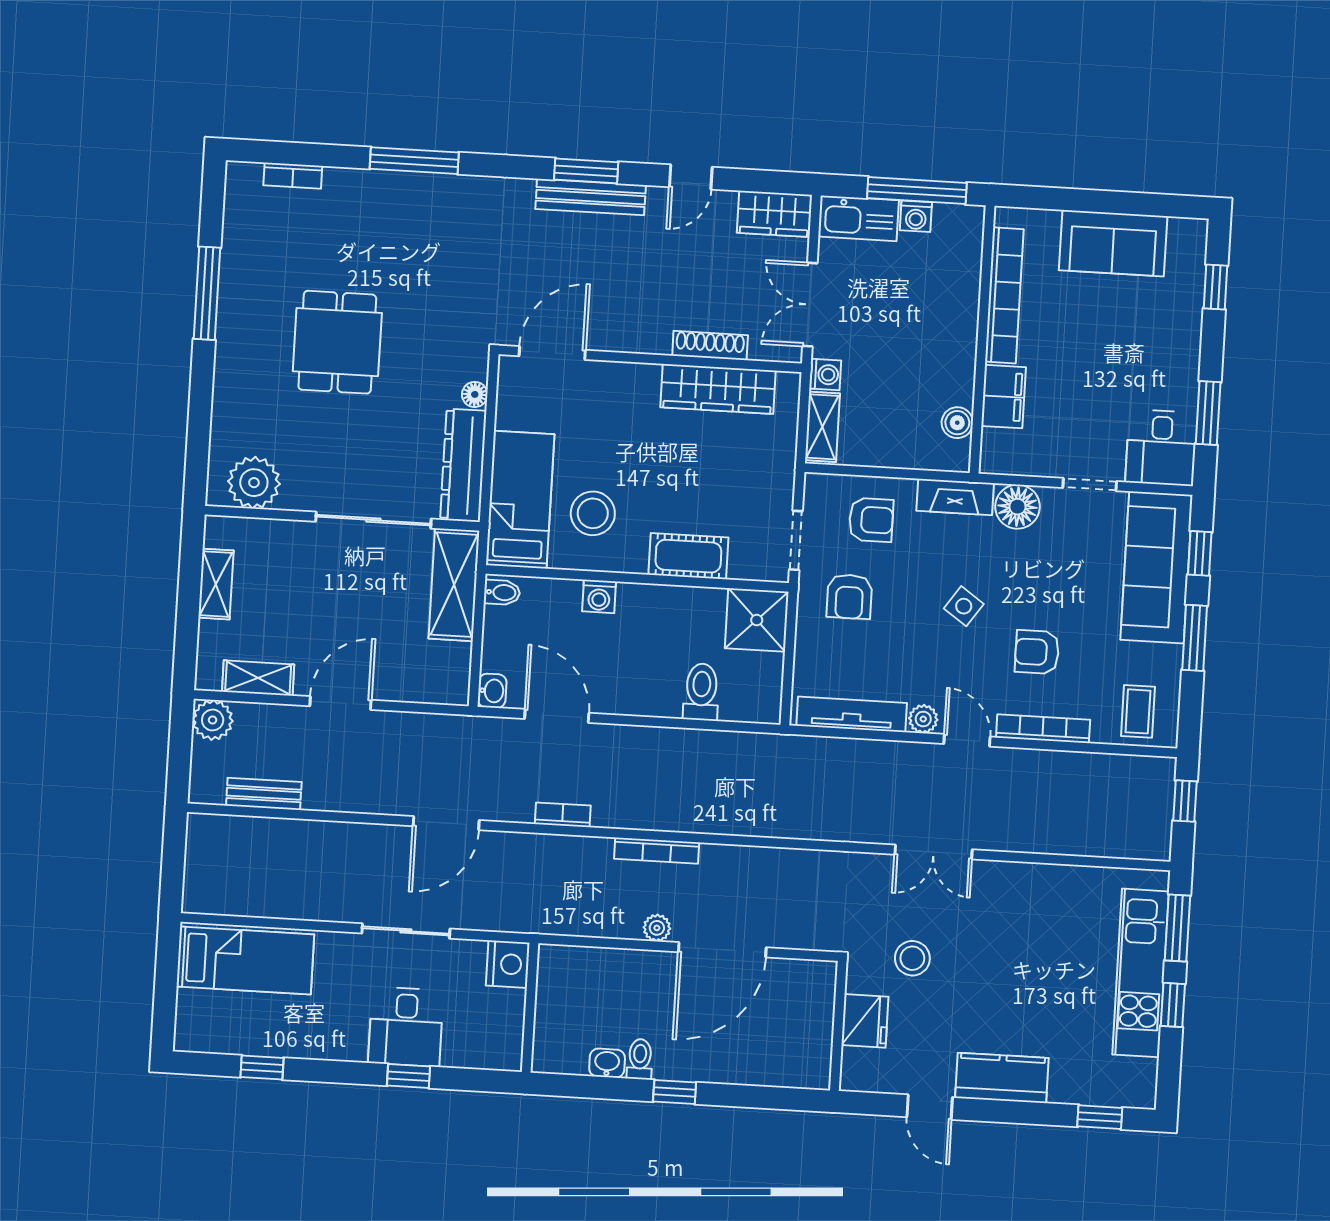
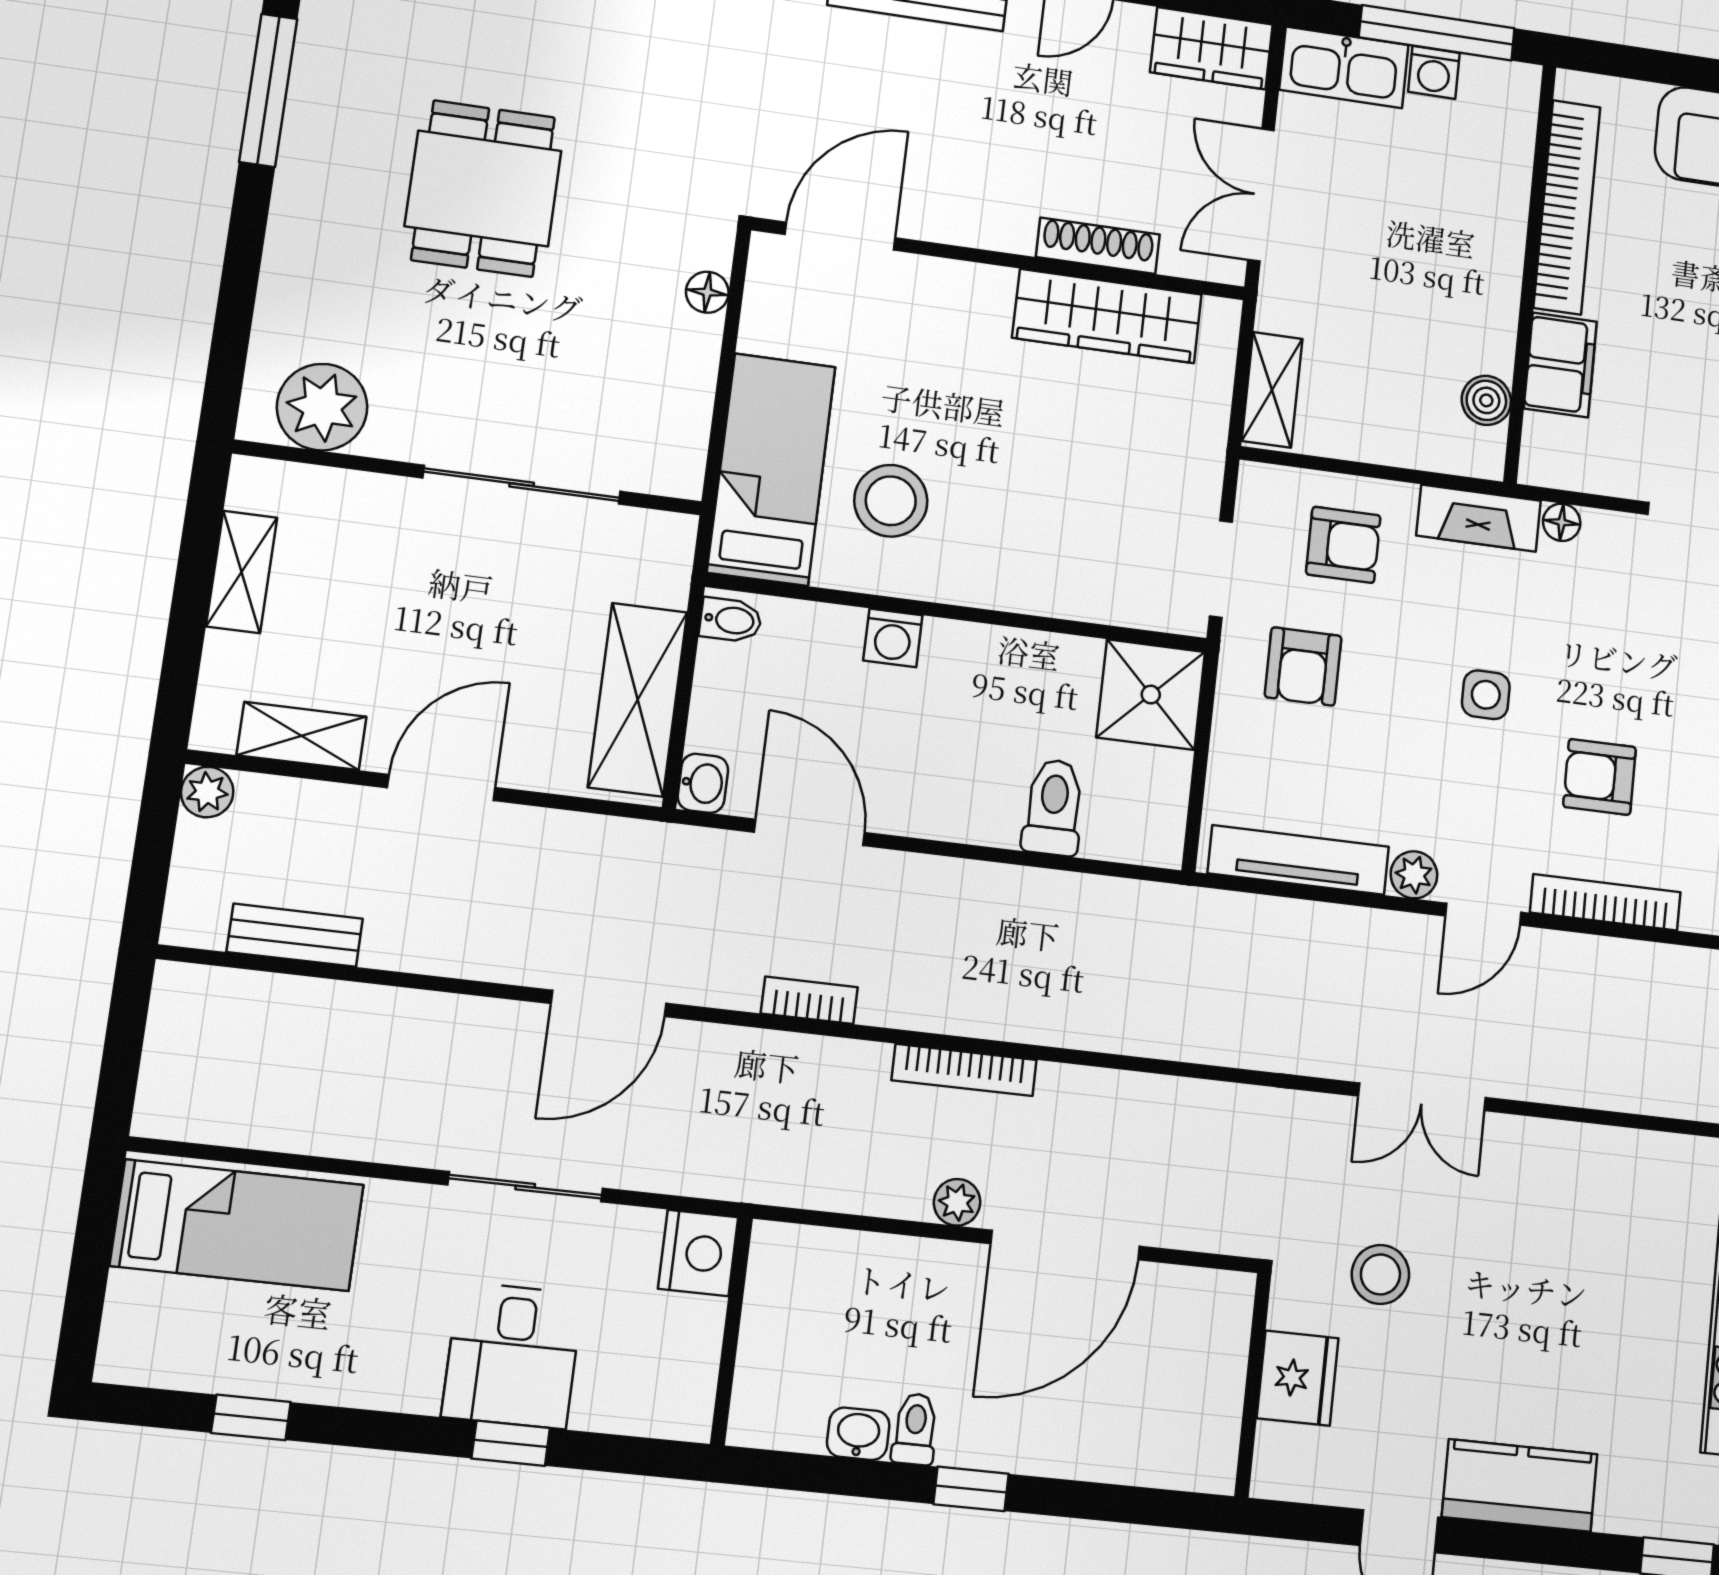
washing machine: (825, 374) -> (1280, 307), removed
dresser: (463, 465) -> (680, 406), removed
floor lamp: (1017, 507) -> (1562, 522), width x0.53, depth x0.53
cot: (688, 556) -> (1044, 582), removed
shelving: (454, 585) -> (638, 700), moved
side table: (964, 606) -> (1486, 695), turned -35
plant: (213, 720) -> (207, 792), width x0.73, depth x0.73
door: (967, 740) -> (1483, 914), swing flipped

